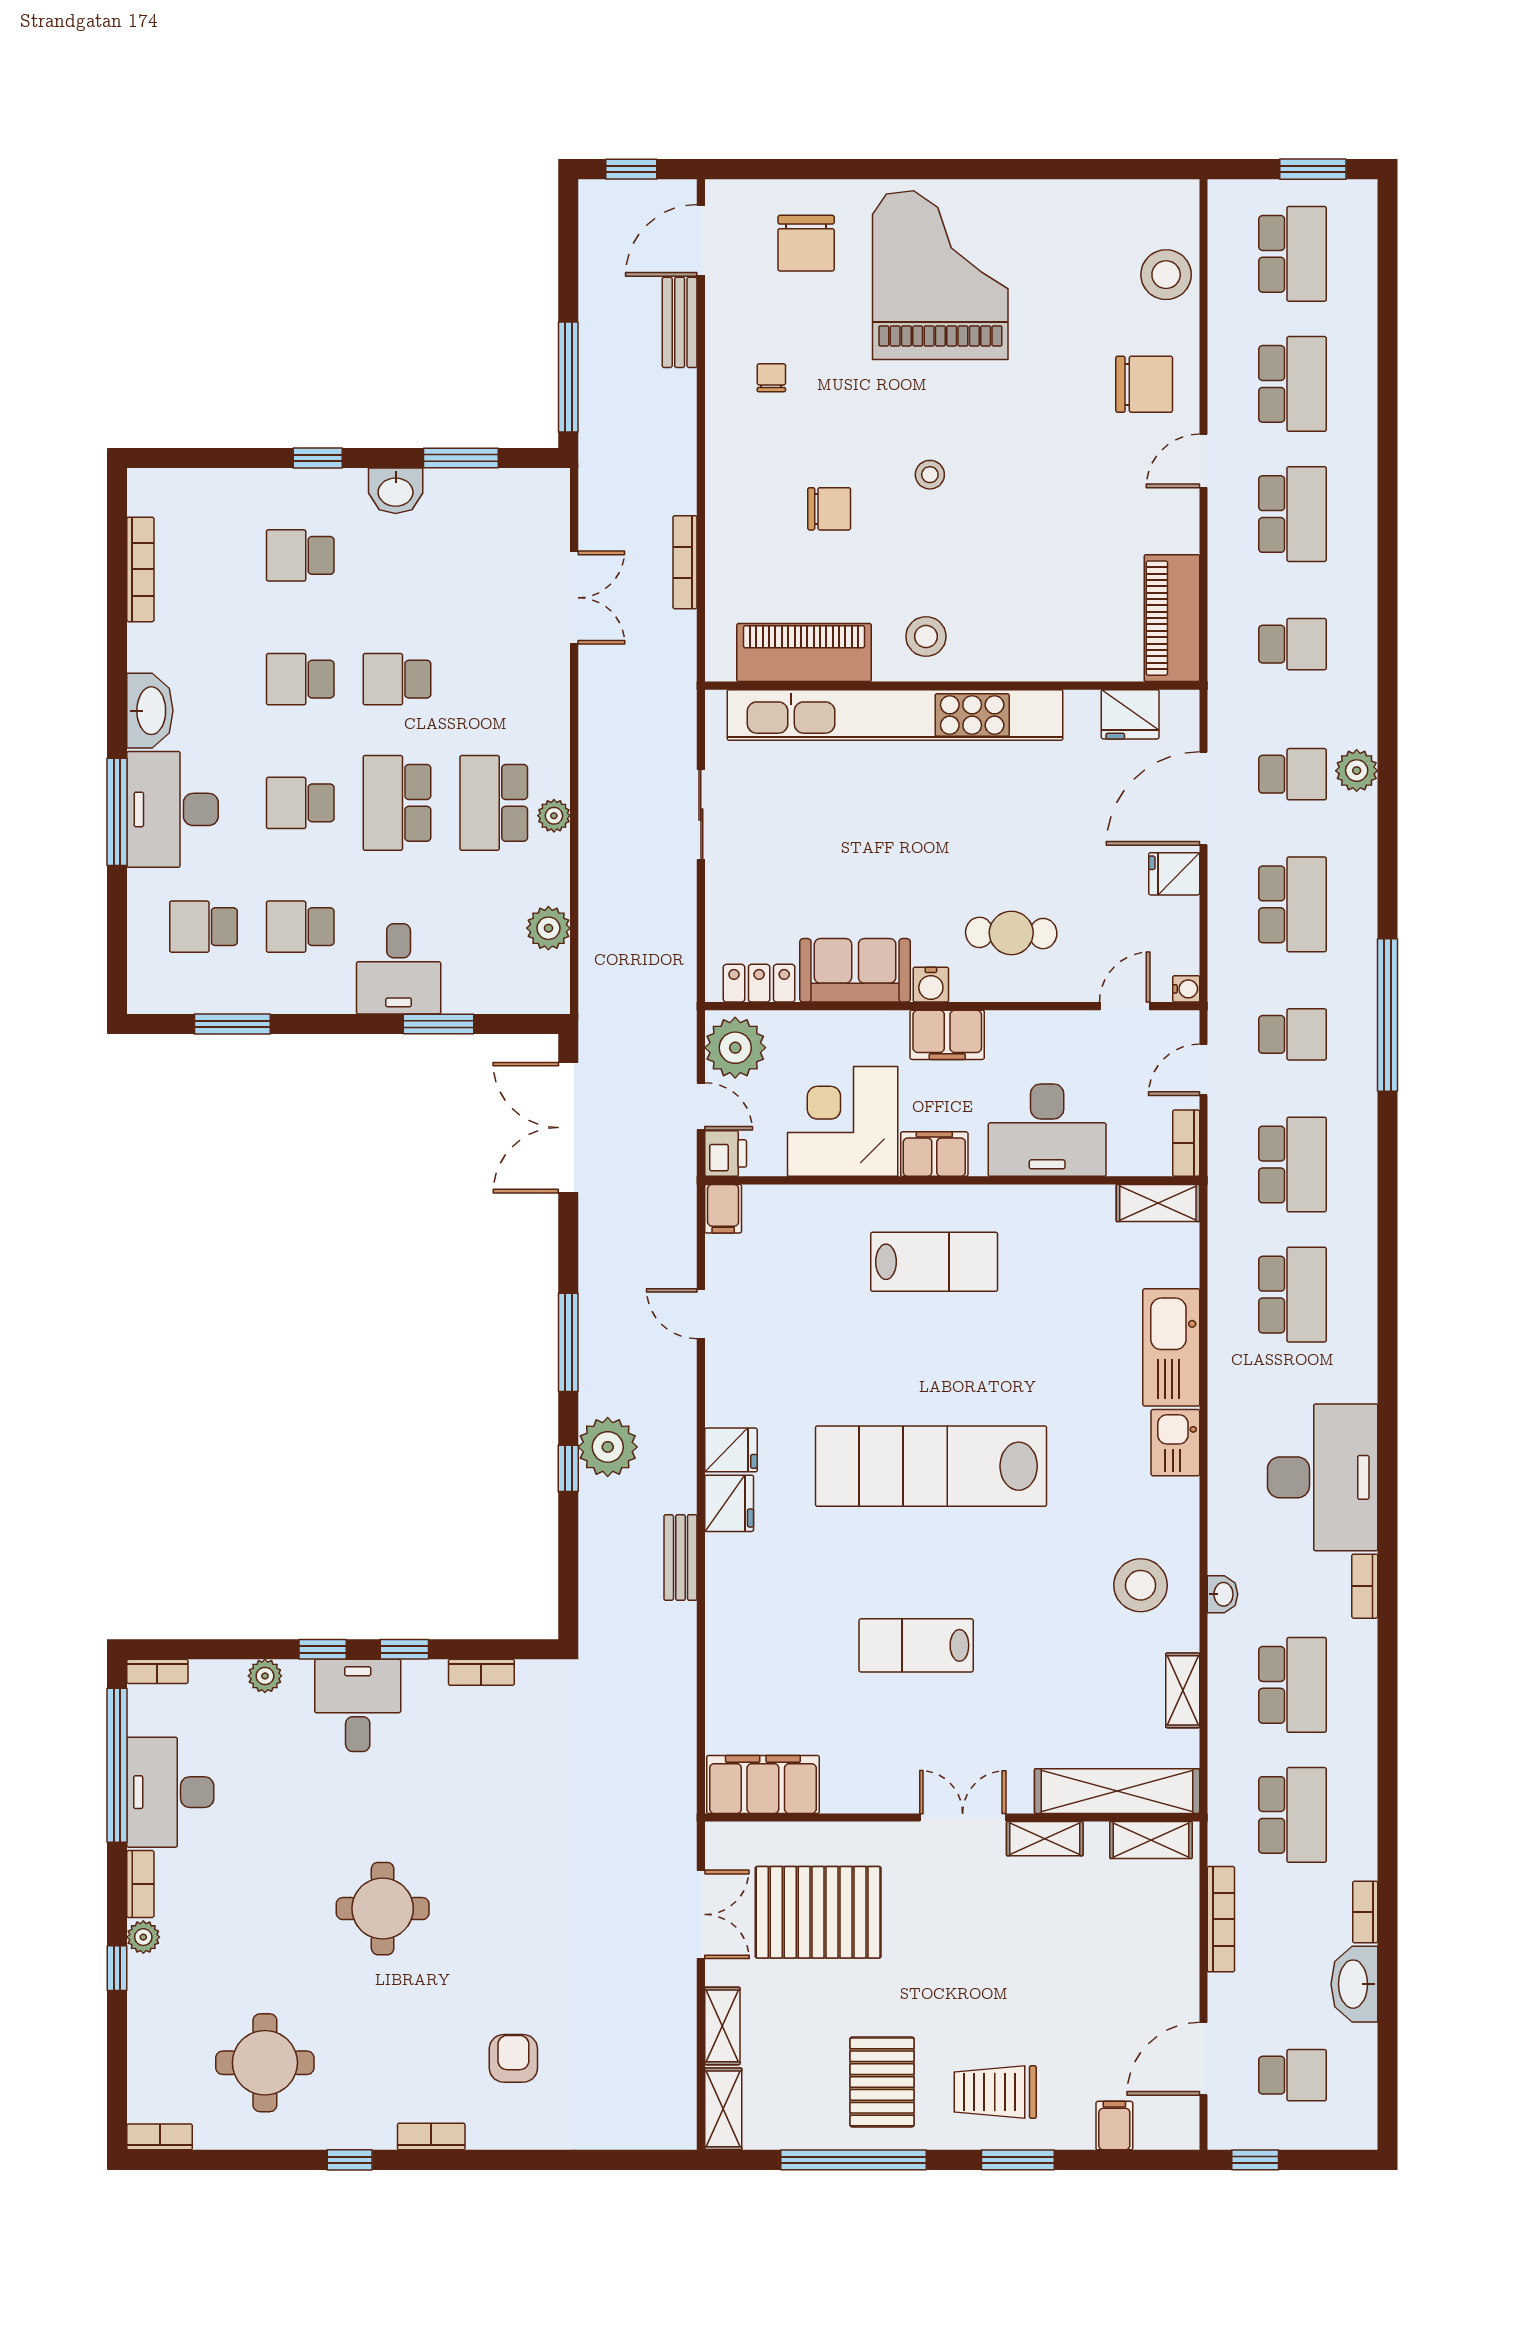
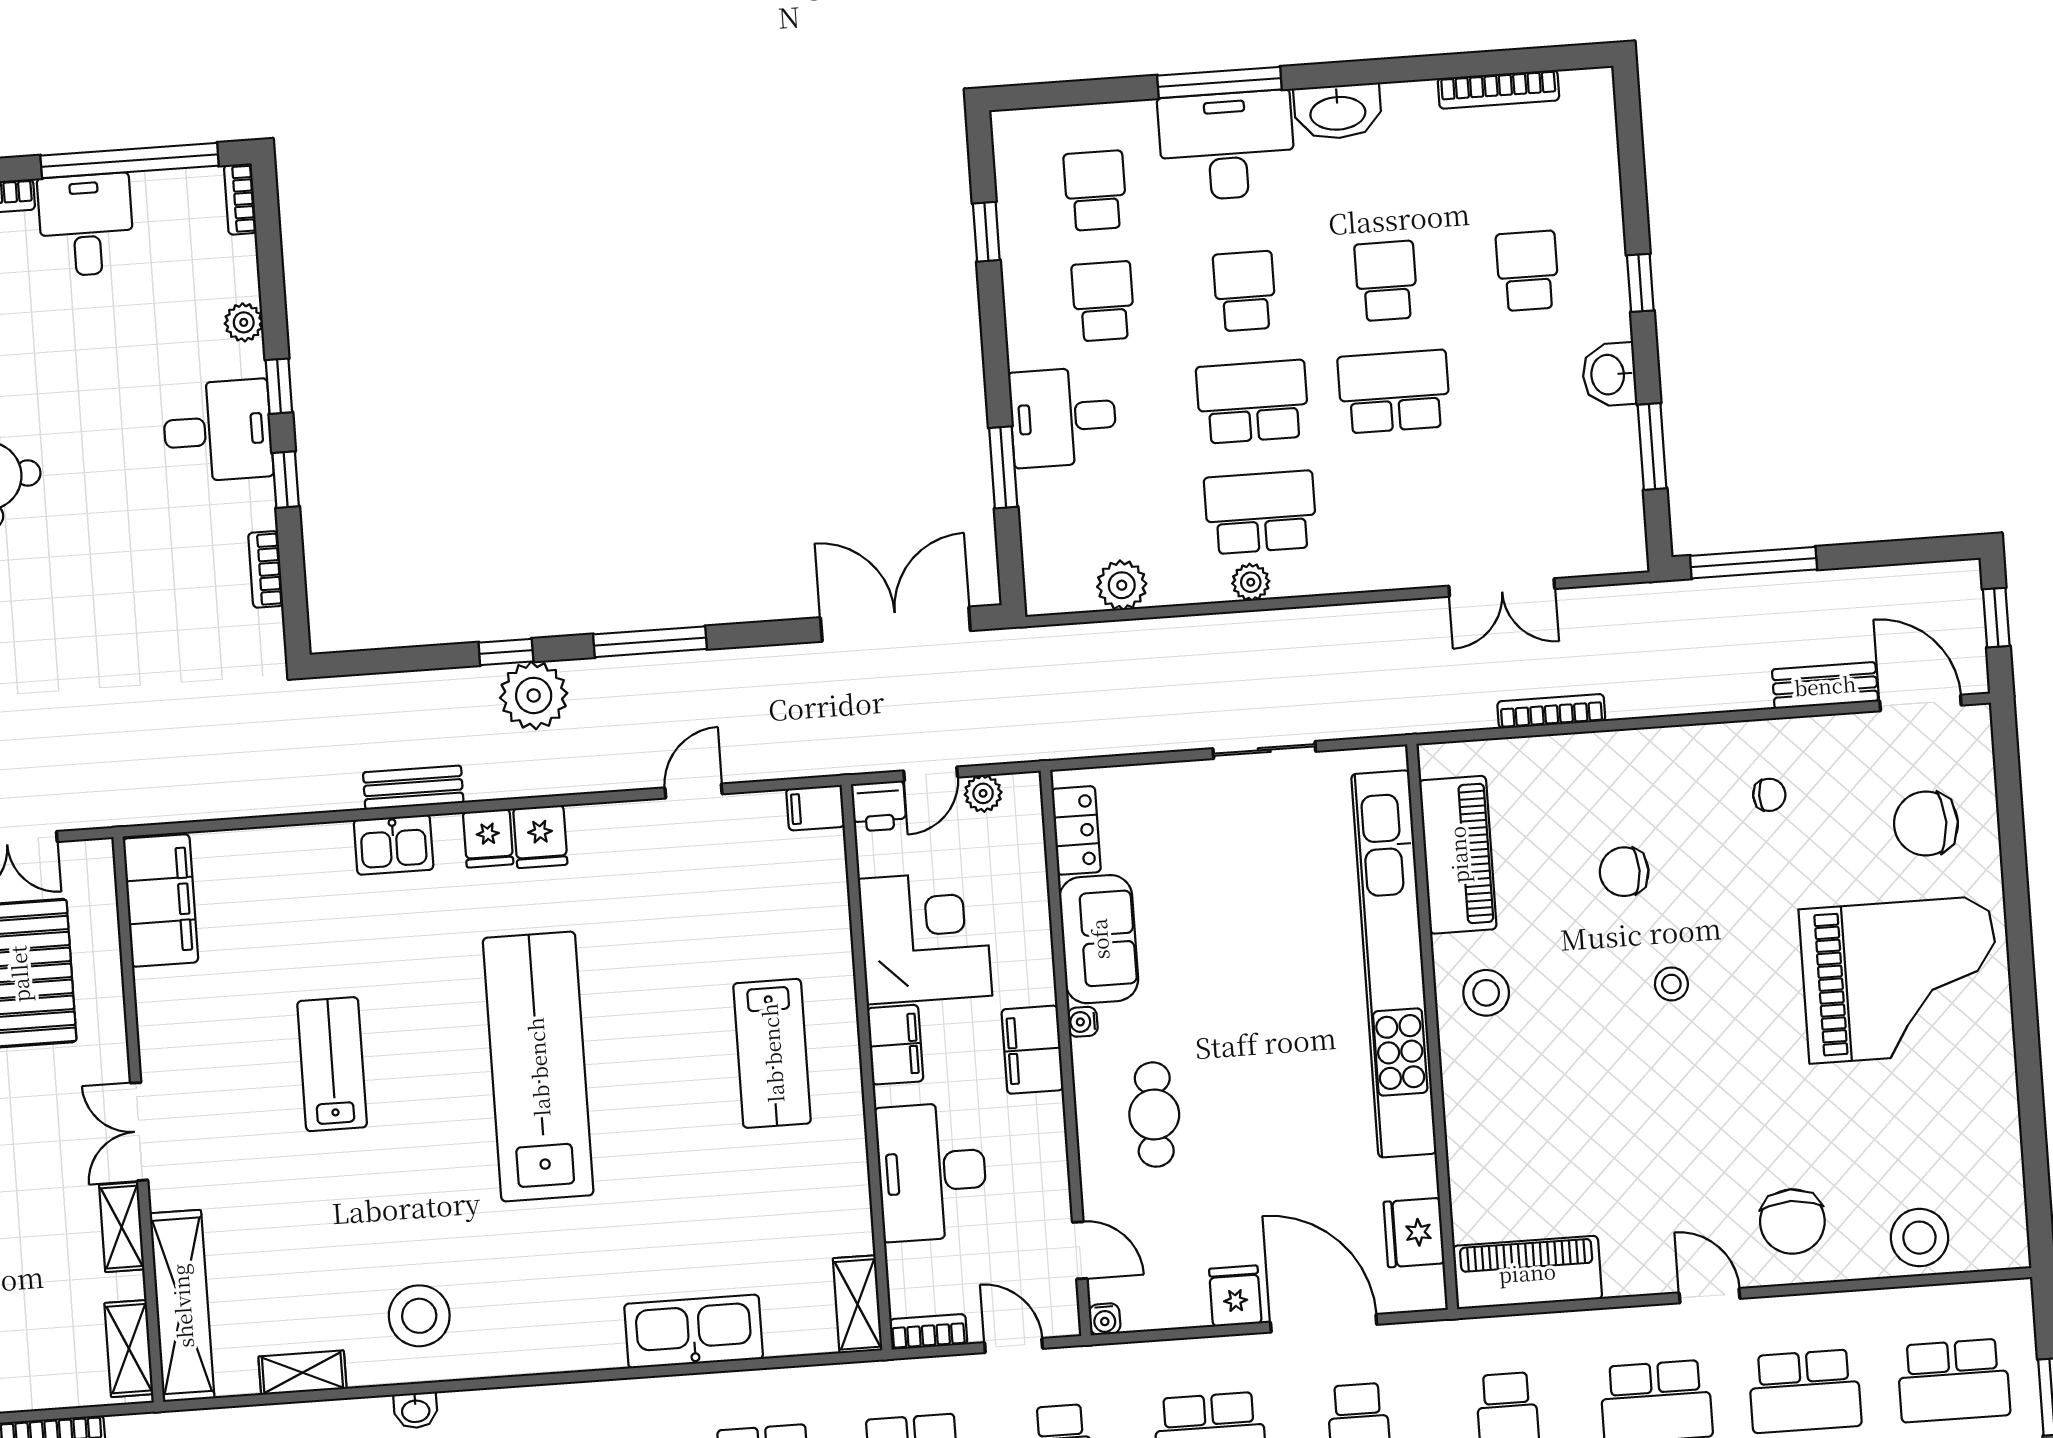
chair: (829, 509) -> (1624, 872), turned 90
school desk: (397, 679) -> (1394, 392), width x1.85
water cooler: (931, 985) -> (1083, 1022), width x0.72, depth x0.72
window: (232, 1024) -> (986, 232), width x0.67
plant: (735, 1048) -> (983, 793), width x0.53, depth x0.53
kitchen sink: (1175, 1443) -> (394, 845), moved, turned 180
fridge: (729, 1503) -> (488, 838), width x0.72
desk: (170, 1792) -> (86, 225), width x0.73
double door: (963, 1818) -> (139, 1132), swing flipped

